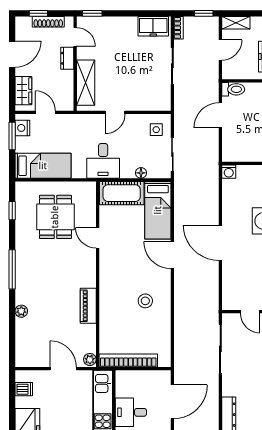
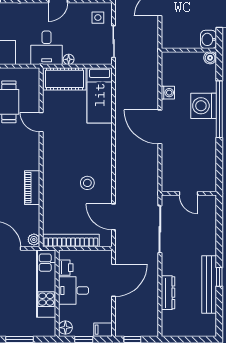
washing machine: (229, 172) -> (168, 93), moved, turned -90
floor lamp: (141, 173) -> (69, 59), moved
door: (172, 255) -> (114, 217), moved
printer: (123, 389) -> (66, 268), added

